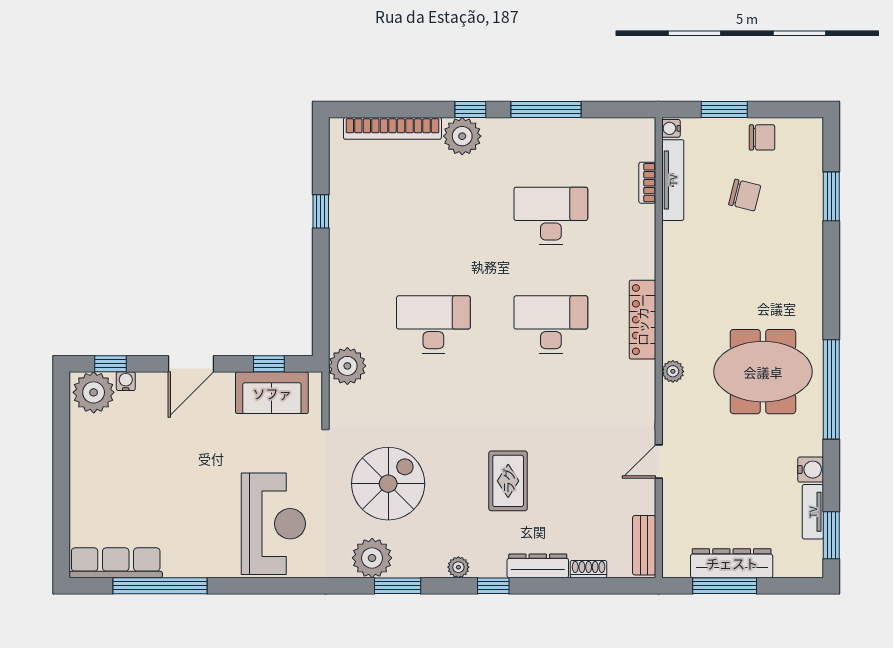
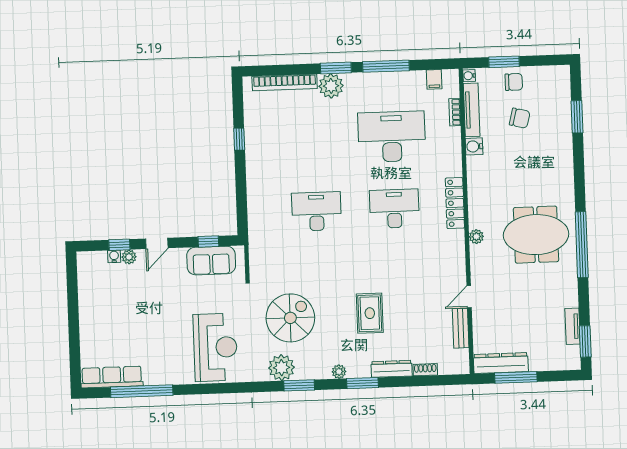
window: (470, 109) -> (336, 68), width x1.50
filing cabinet: (618, 132) -> (434, 79), added
chair: (762, 137) -> (514, 82), moved
desk: (551, 216) -> (392, 137), width x1.36, depth x1.30
window: (110, 364) -> (119, 245), moved
door: (191, 364) -> (157, 243), width x0.73
plant: (347, 366) -> (260, 241), removed
plant: (94, 392) -> (129, 257), moved, width x0.53, depth x0.53
water cooler: (811, 470) -> (474, 146), moved, turned 180
bench: (644, 545) -> (461, 328), moved
dresser: (732, 563) -> (501, 363), moved
window: (493, 586) -> (362, 383), width x1.50

